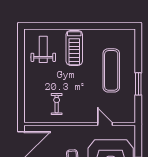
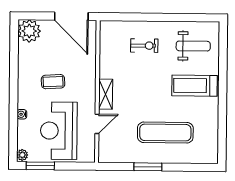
exercise bike: (57, 104) -> (144, 46), moved
shelving: (82, 118) -> (106, 94), added

